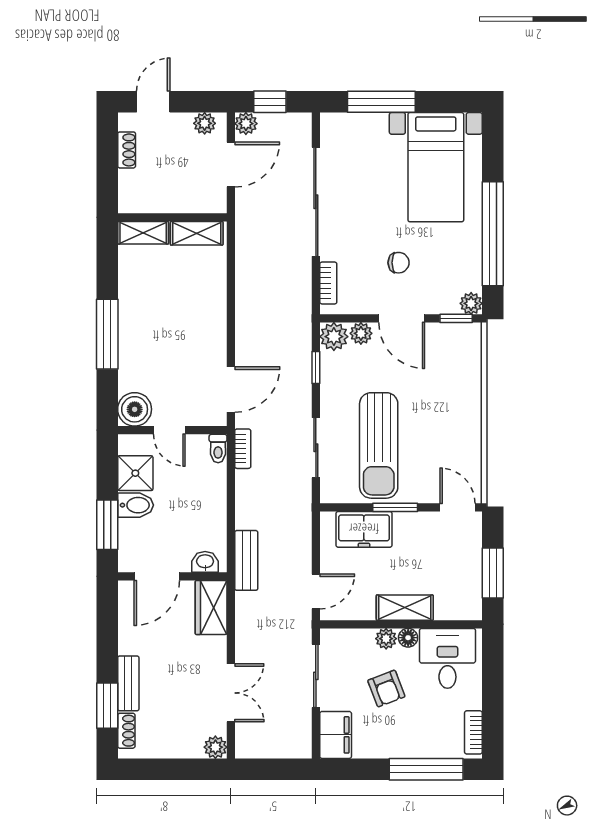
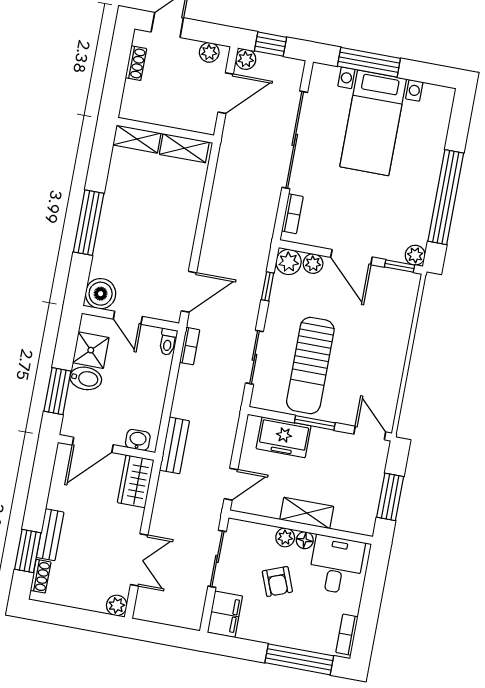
bed with nightstands: (436, 167) -> (373, 123), moved
chair: (399, 263) -> (358, 207), removed

